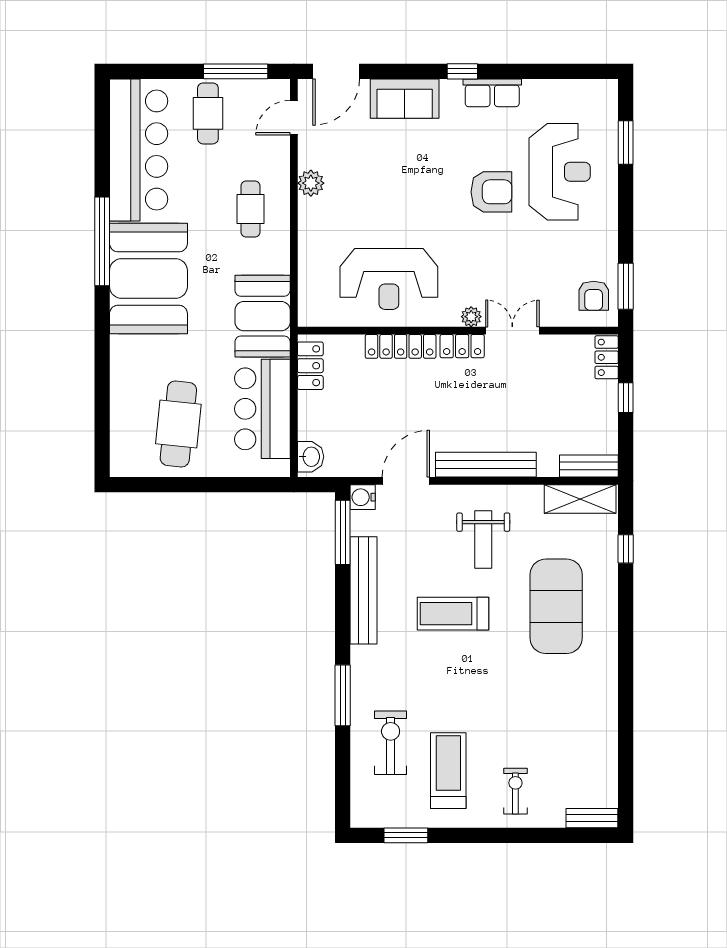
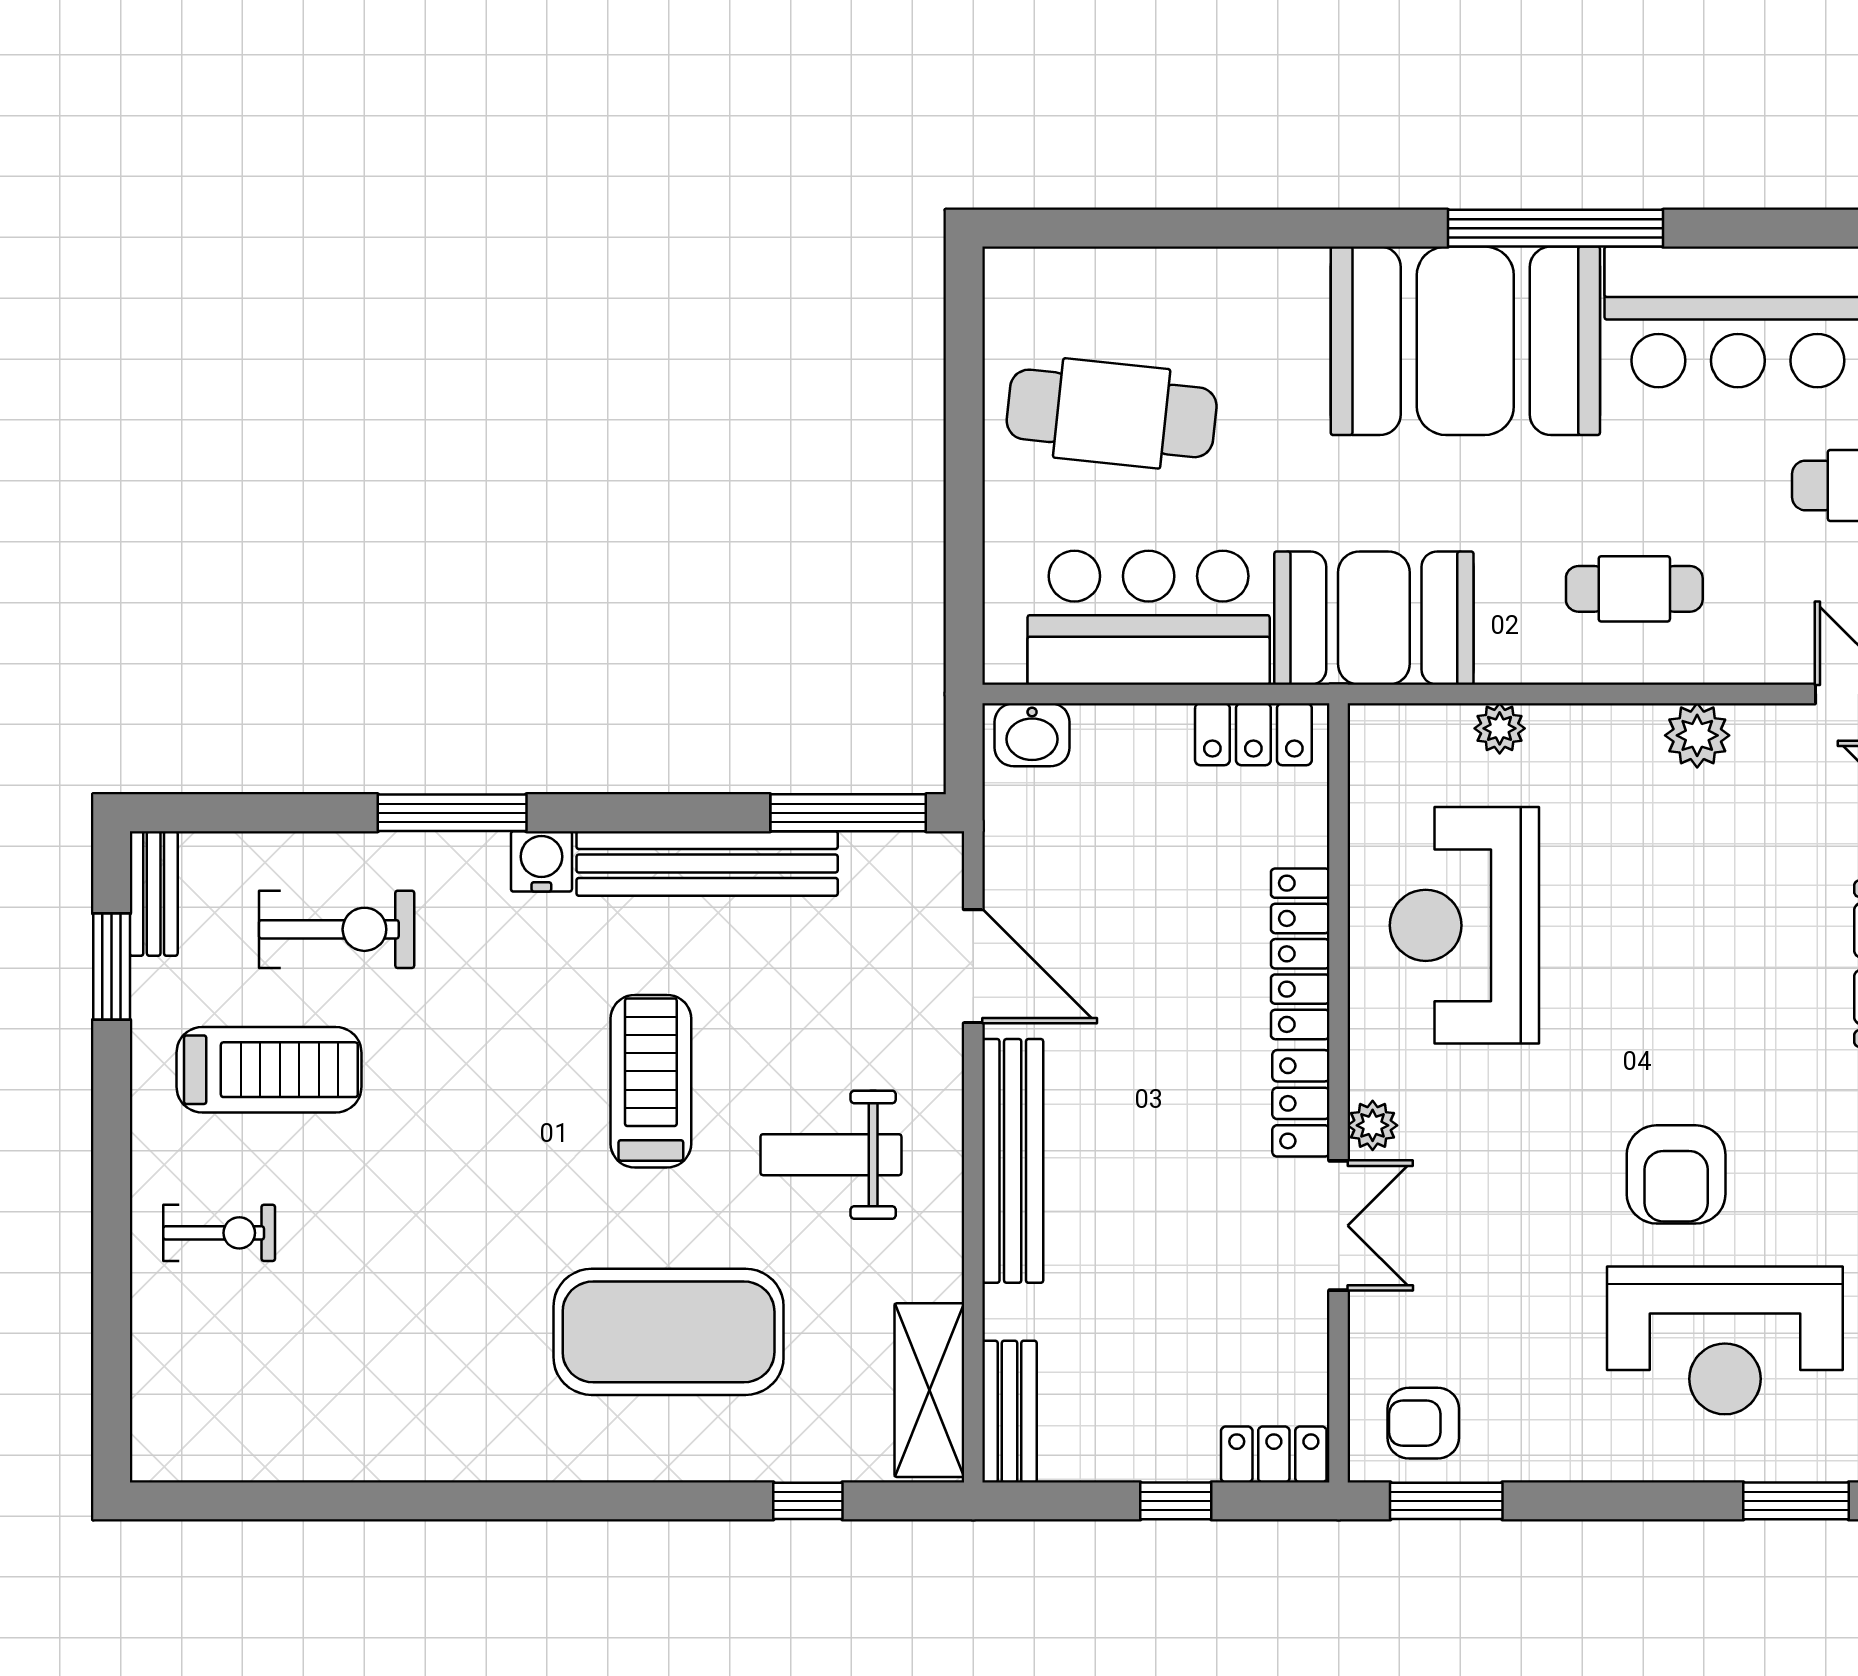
plant: (308, 264) -> (1500, 728), added
water cooler: (363, 497) -> (541, 861), moved
bench: (592, 818) -> (154, 893), moved

